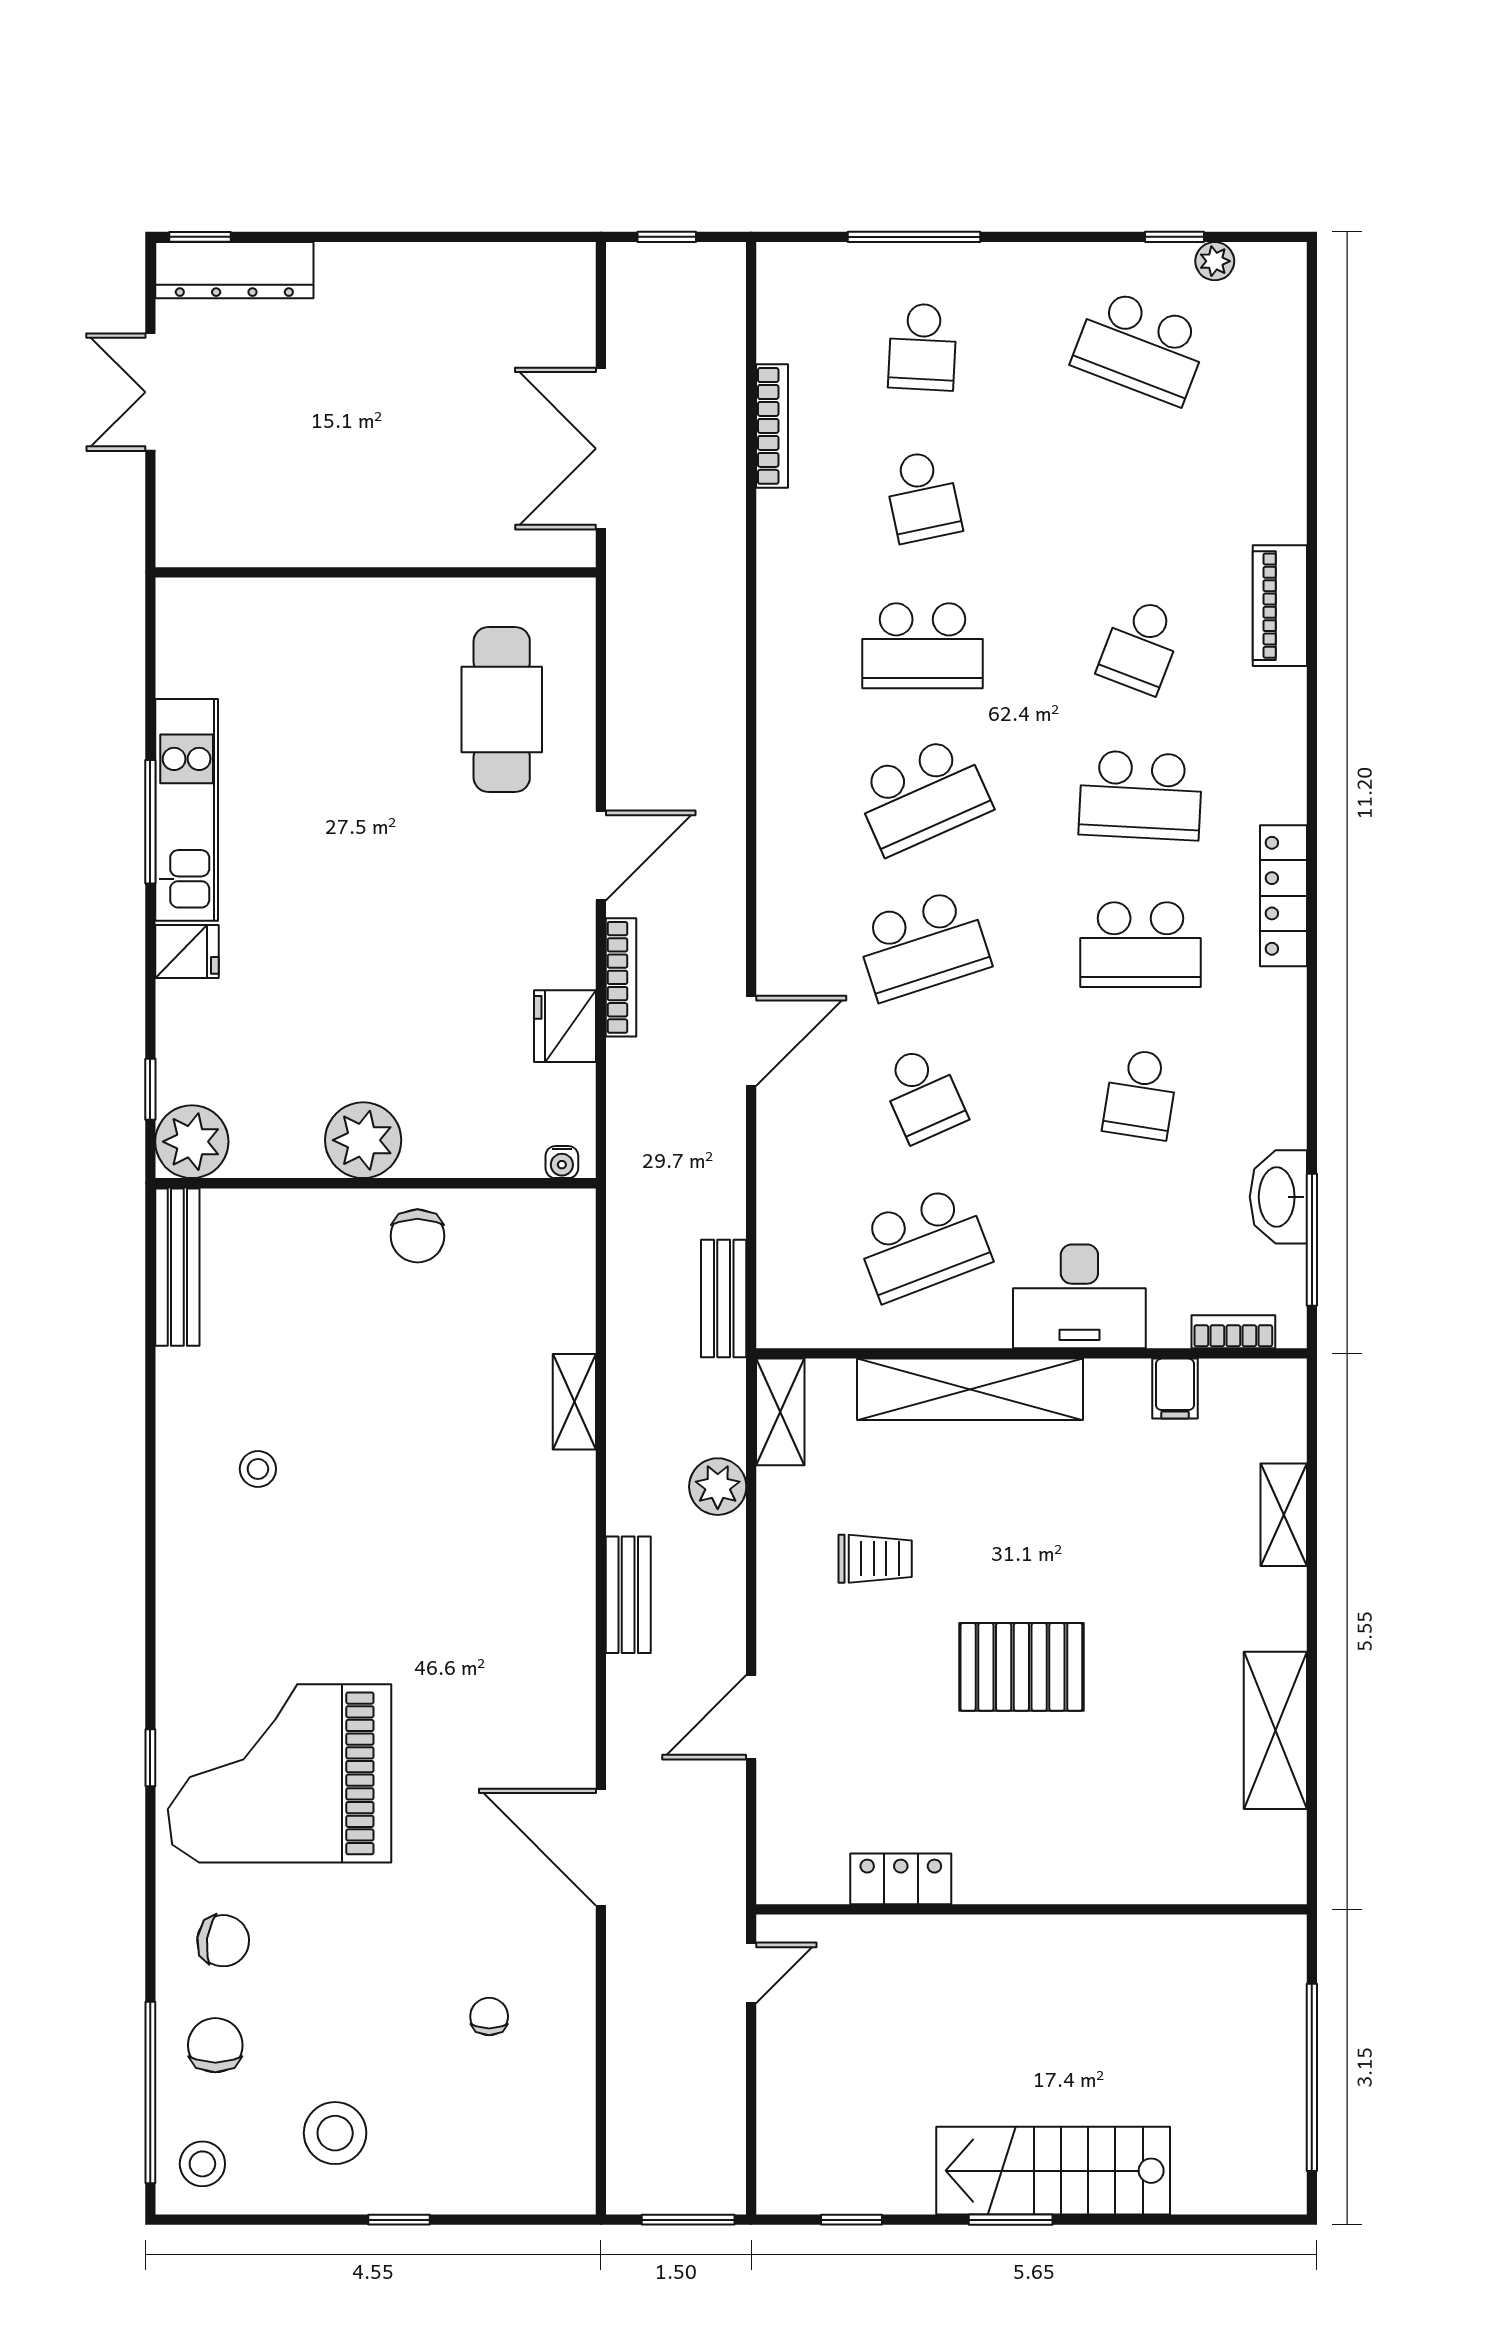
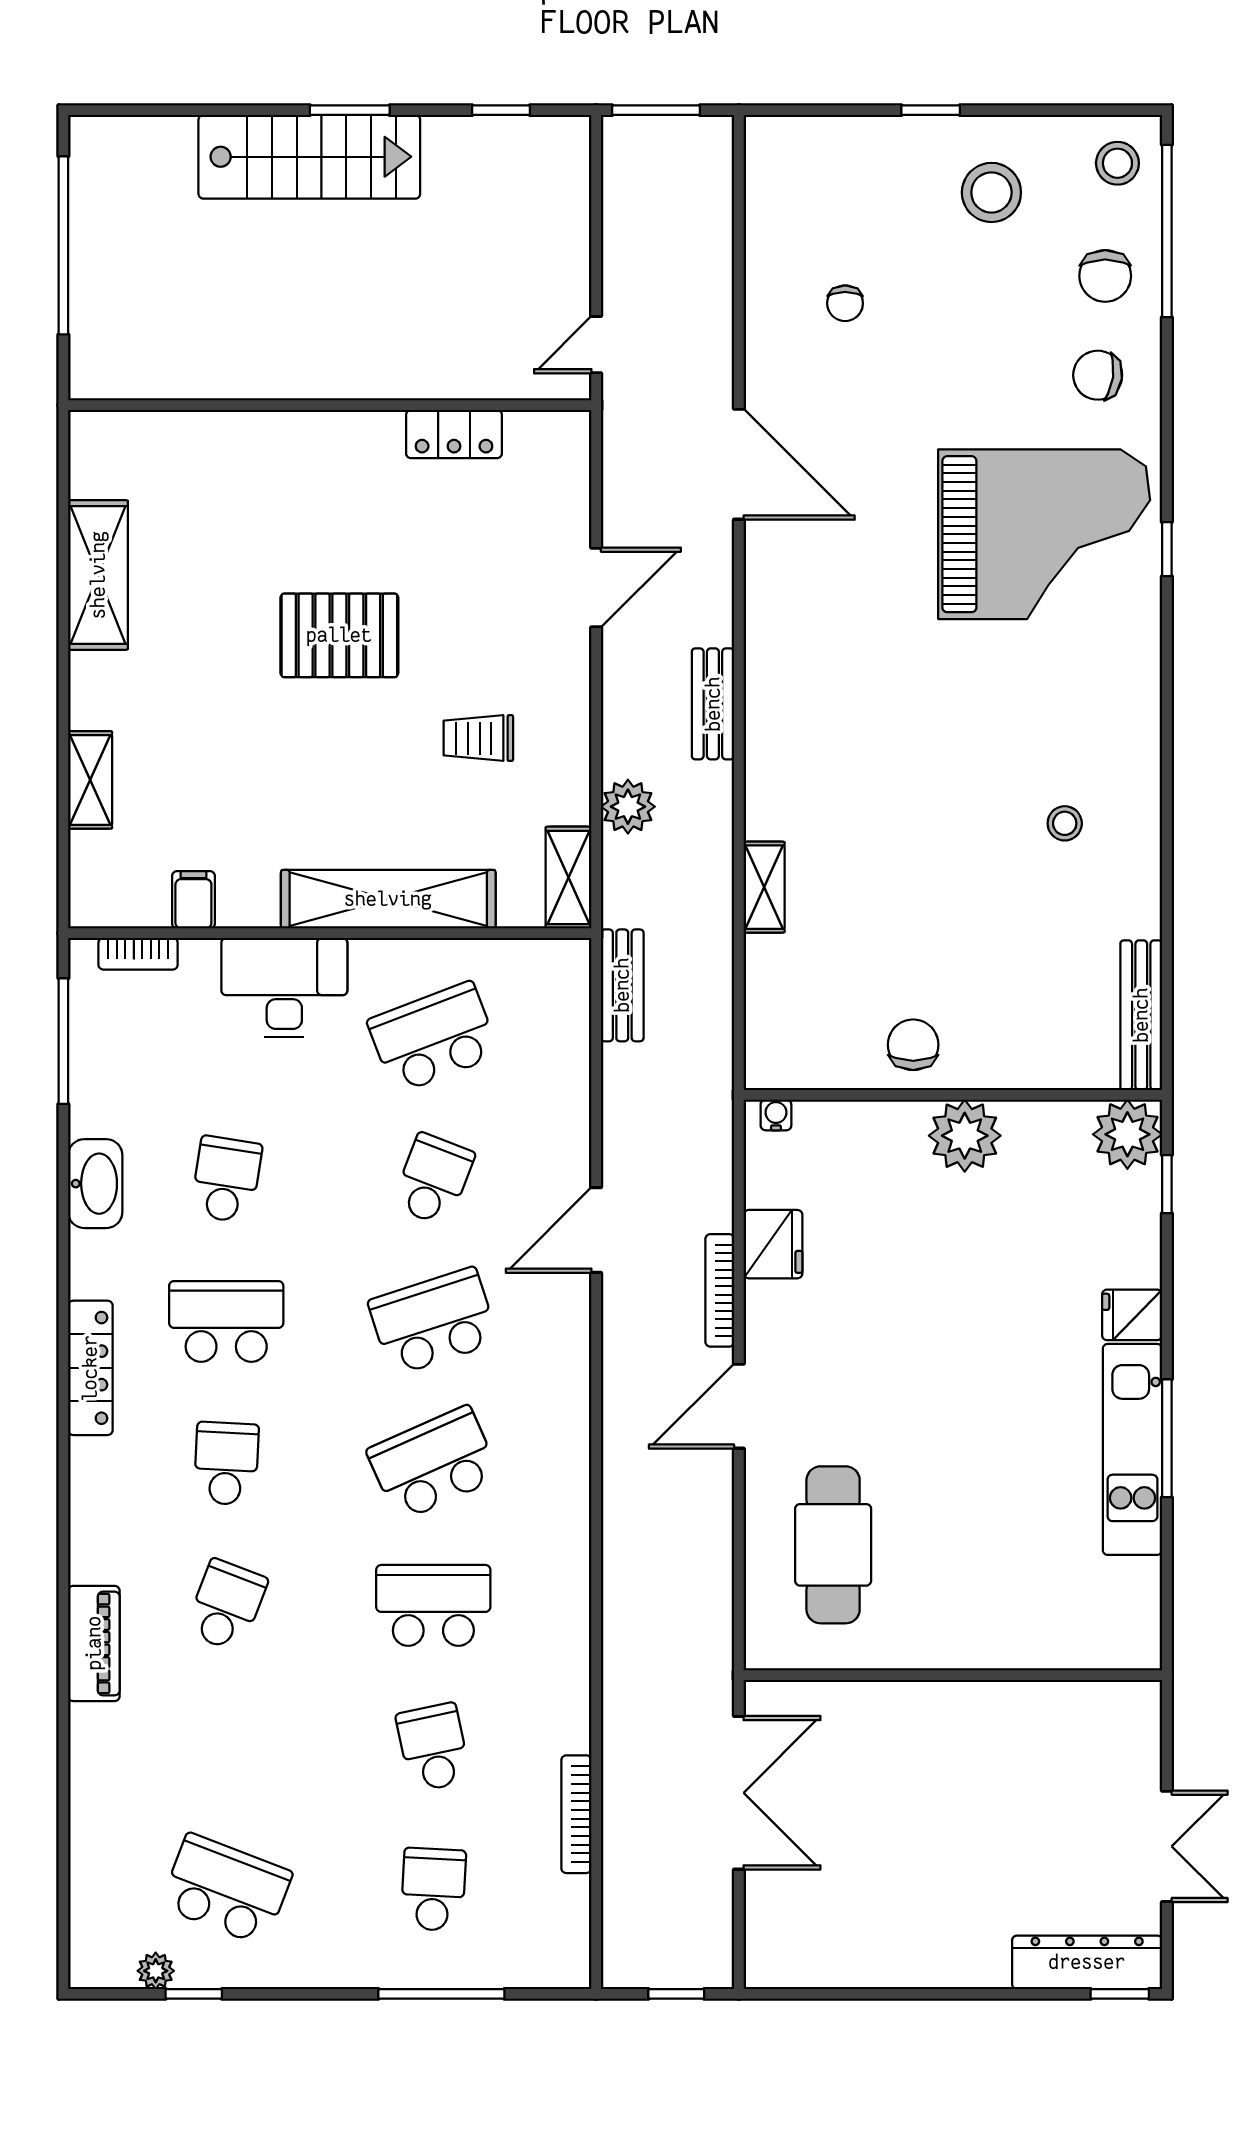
school desk: (1141, 795) -> (226, 1463), width x0.54
school desk: (923, 1094) -> (433, 1179), turned 45
washbasin: (1278, 1197) -> (95, 1184), moved

